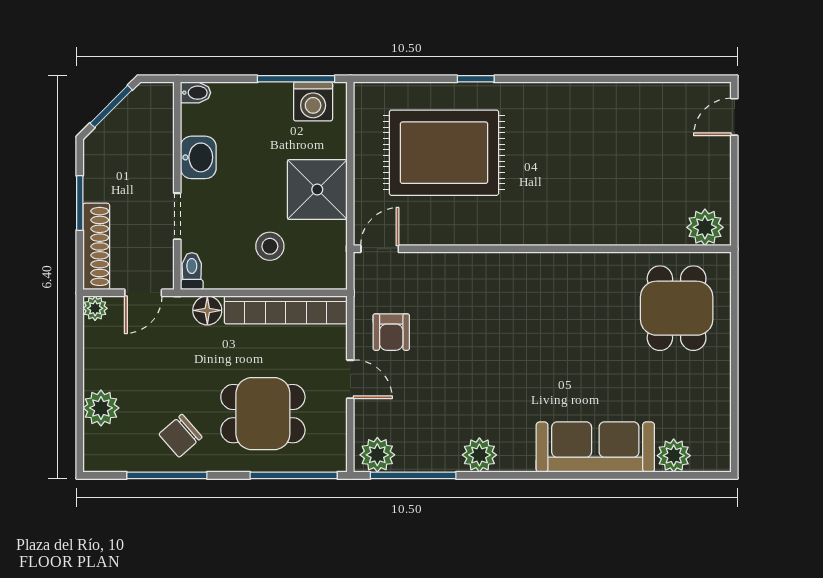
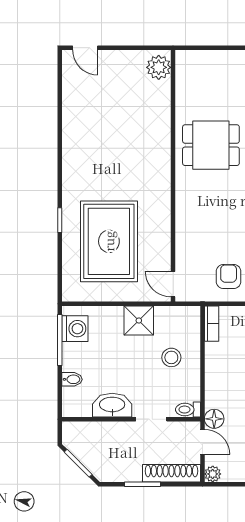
bidet: (196, 93) -> (72, 379), moved, turned 90
washbasin: (198, 157) -> (112, 405), width x1.38
shower: (317, 190) -> (139, 320), width x0.73, depth x0.73
dining table: (677, 308) -> (211, 145), moved
floor lamp: (207, 310) -> (214, 419), moved
bookcase: (286, 310) -> (212, 324), width x0.43, depth x0.76
armchair: (391, 332) -> (229, 276), turned -90

